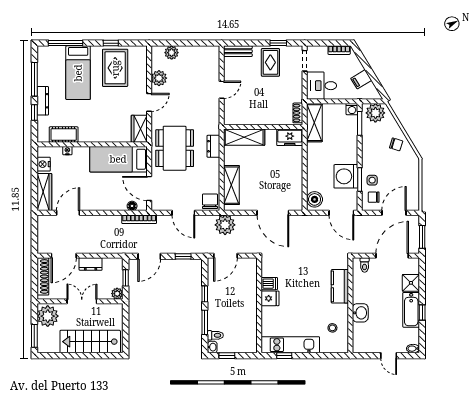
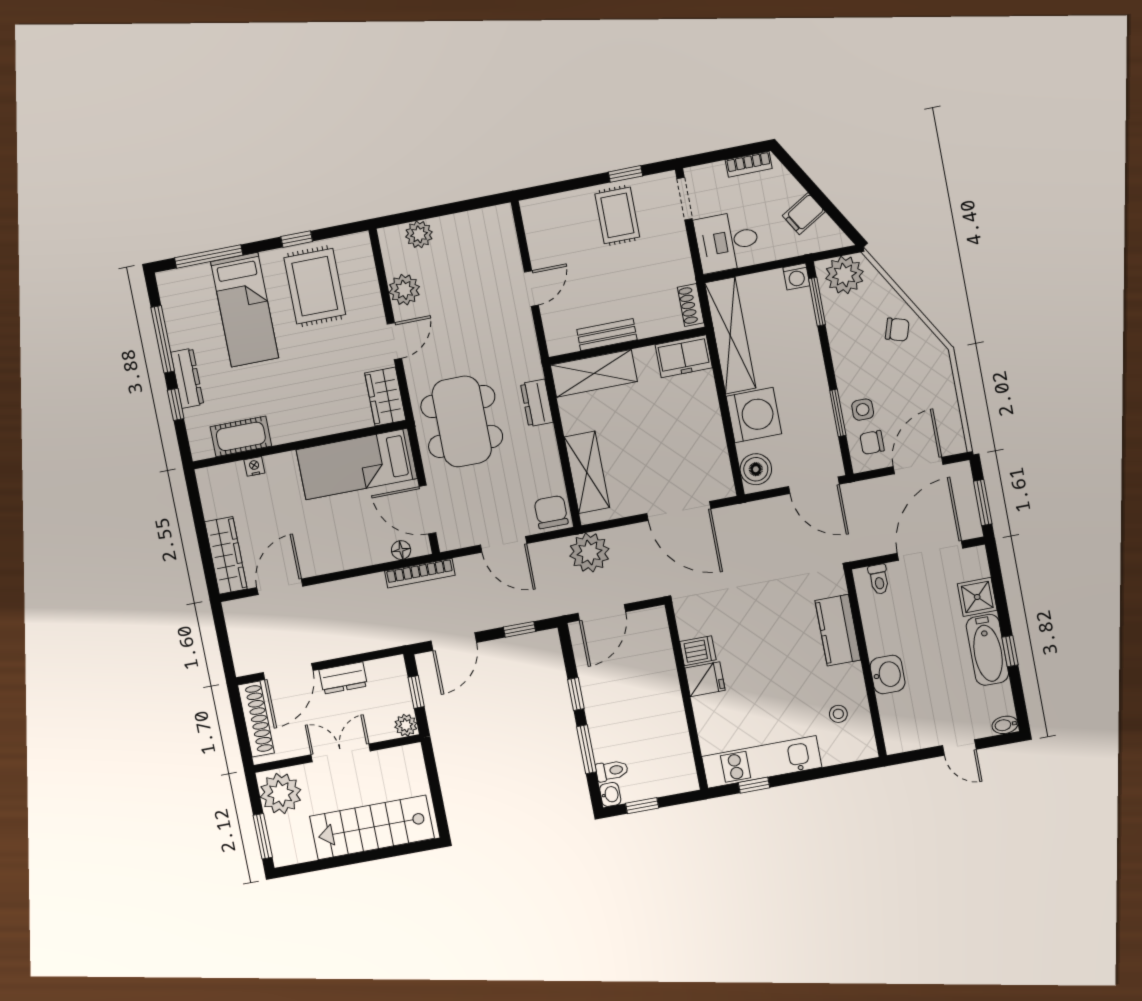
bench: (238, 51) -> (607, 335), moved
shelving: (314, 123) -> (730, 336), width x1.47
nightstand: (44, 164) -> (214, 501), removed
washing machine: (346, 176) -> (754, 415), moved, turned 180

